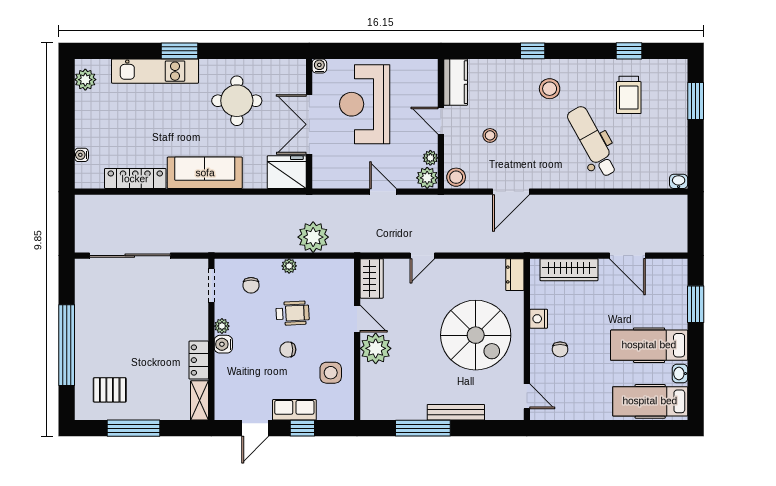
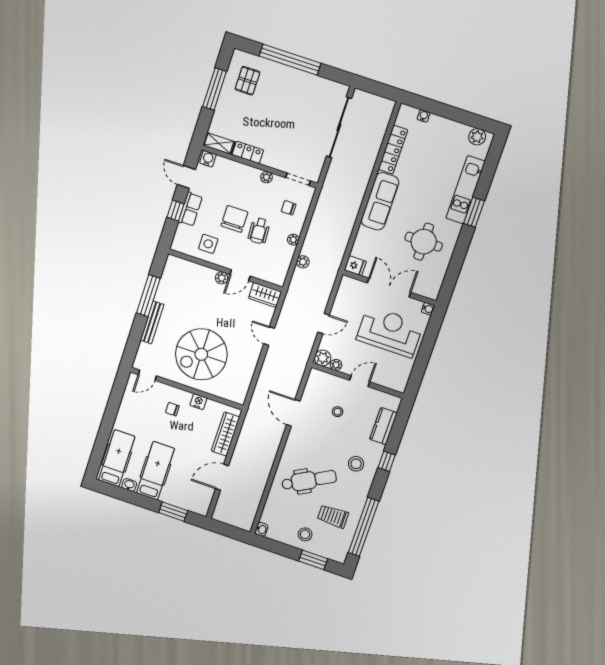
window: (629, 51) -> (364, 527), width x3.17
kitchen counter: (456, 82) -> (383, 426), moved, turned 90
fridge: (287, 172) -> (355, 266), width x0.53, depth x0.75
stool: (456, 177) -> (305, 534), moved
plant: (313, 237) -> (303, 262), width x0.53, depth x0.53
dresser: (515, 275) -> (235, 396), removed
water cooler: (223, 344) -> (208, 159), moved
plant: (376, 348) -> (222, 278), width x0.53, depth x0.53
chair: (288, 350) -> (234, 219), width x1.87, depth x1.87

